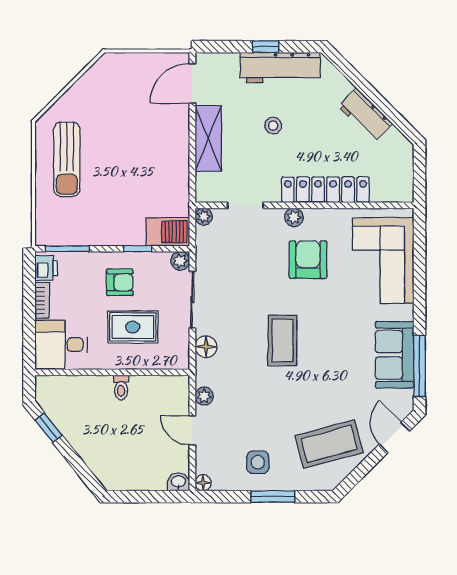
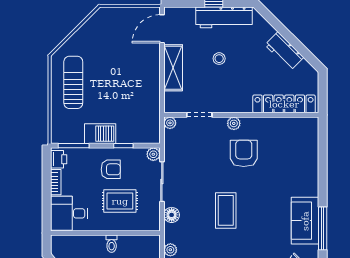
sun lounger: (67, 159) -> (73, 82), turned 180
locker: (326, 190) -> (284, 104), moved
barbecue: (168, 232) -> (100, 134), moved
corner sofa: (383, 260) -> (297, 154), removed

